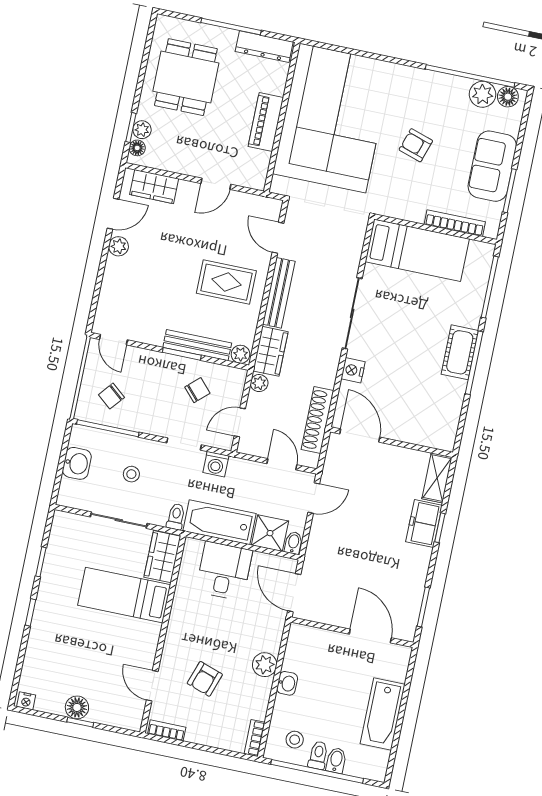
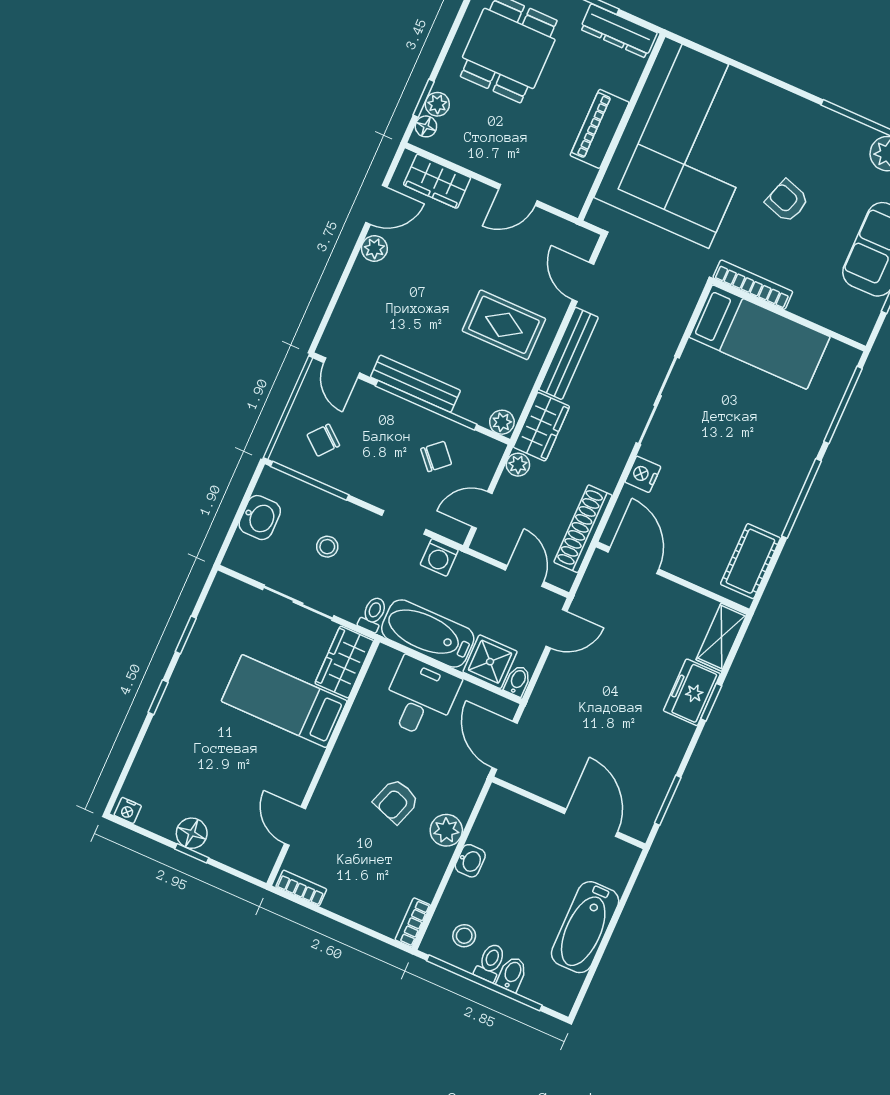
bookcase: (455, 223) -> (753, 285), moved
bench: (197, 345) -> (415, 384), moved
cot: (460, 352) -> (750, 561), moved
window: (182, 354) -> (426, 405), width x2.11
armchair: (205, 679) -> (396, 801), moved

